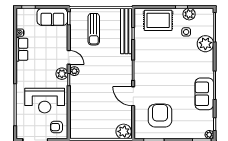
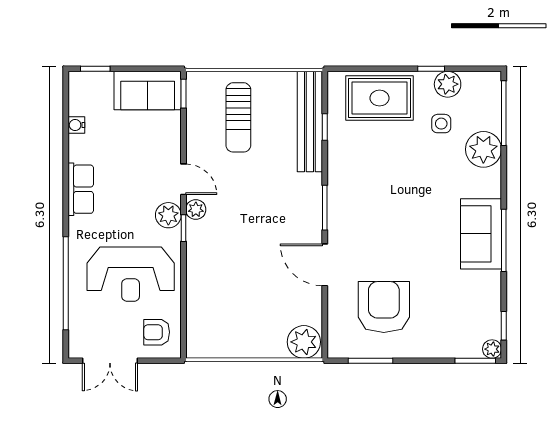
row of seats: (22, 49) -> (81, 189), moved
sofa: (204, 94) -> (481, 234), moved

